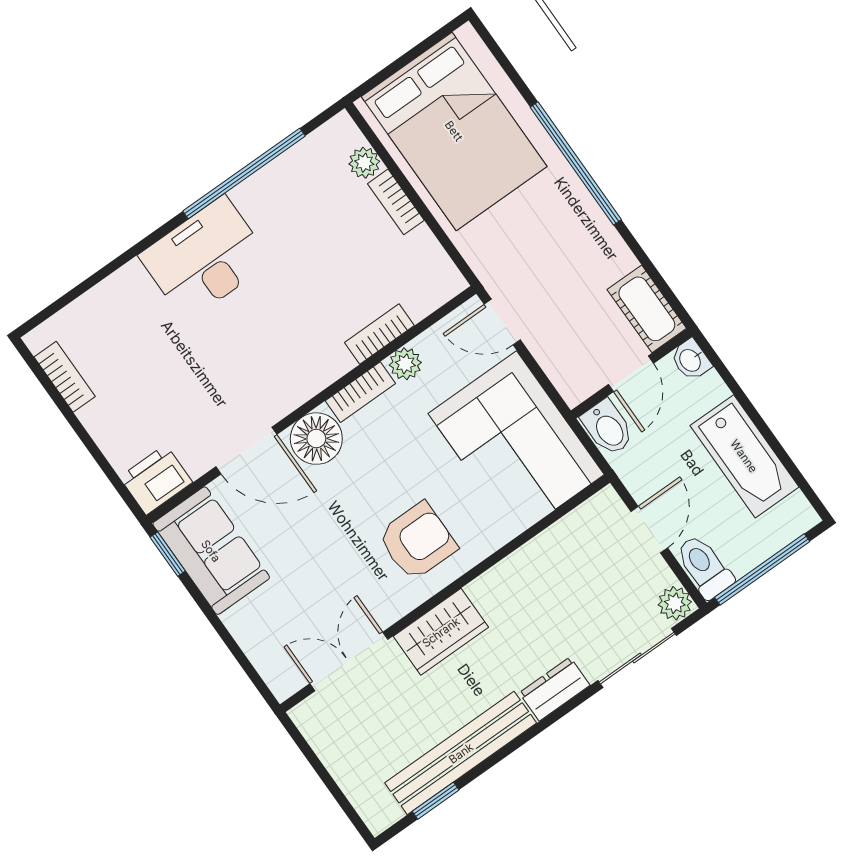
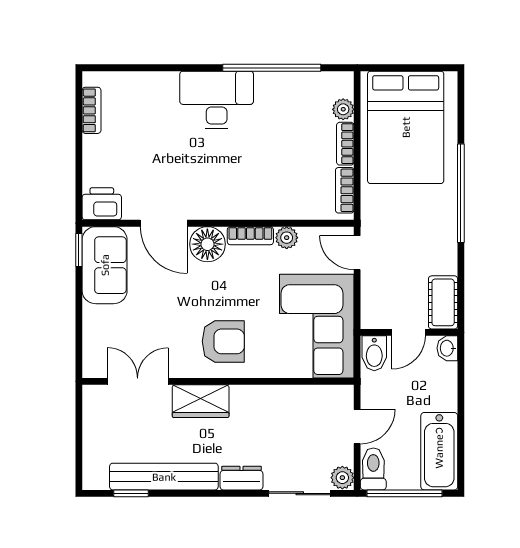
bookcase: (379, 334) -> (345, 190), moved, turned -90
bathtub: (744, 456) -> (439, 451), moved

